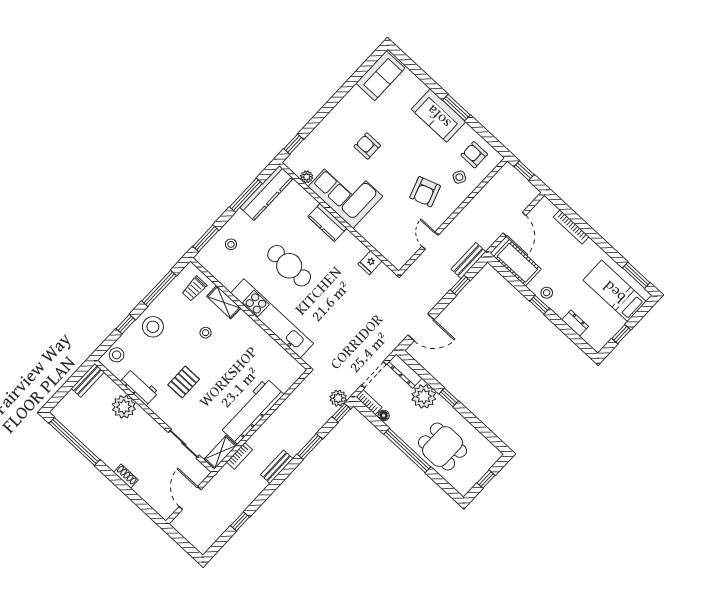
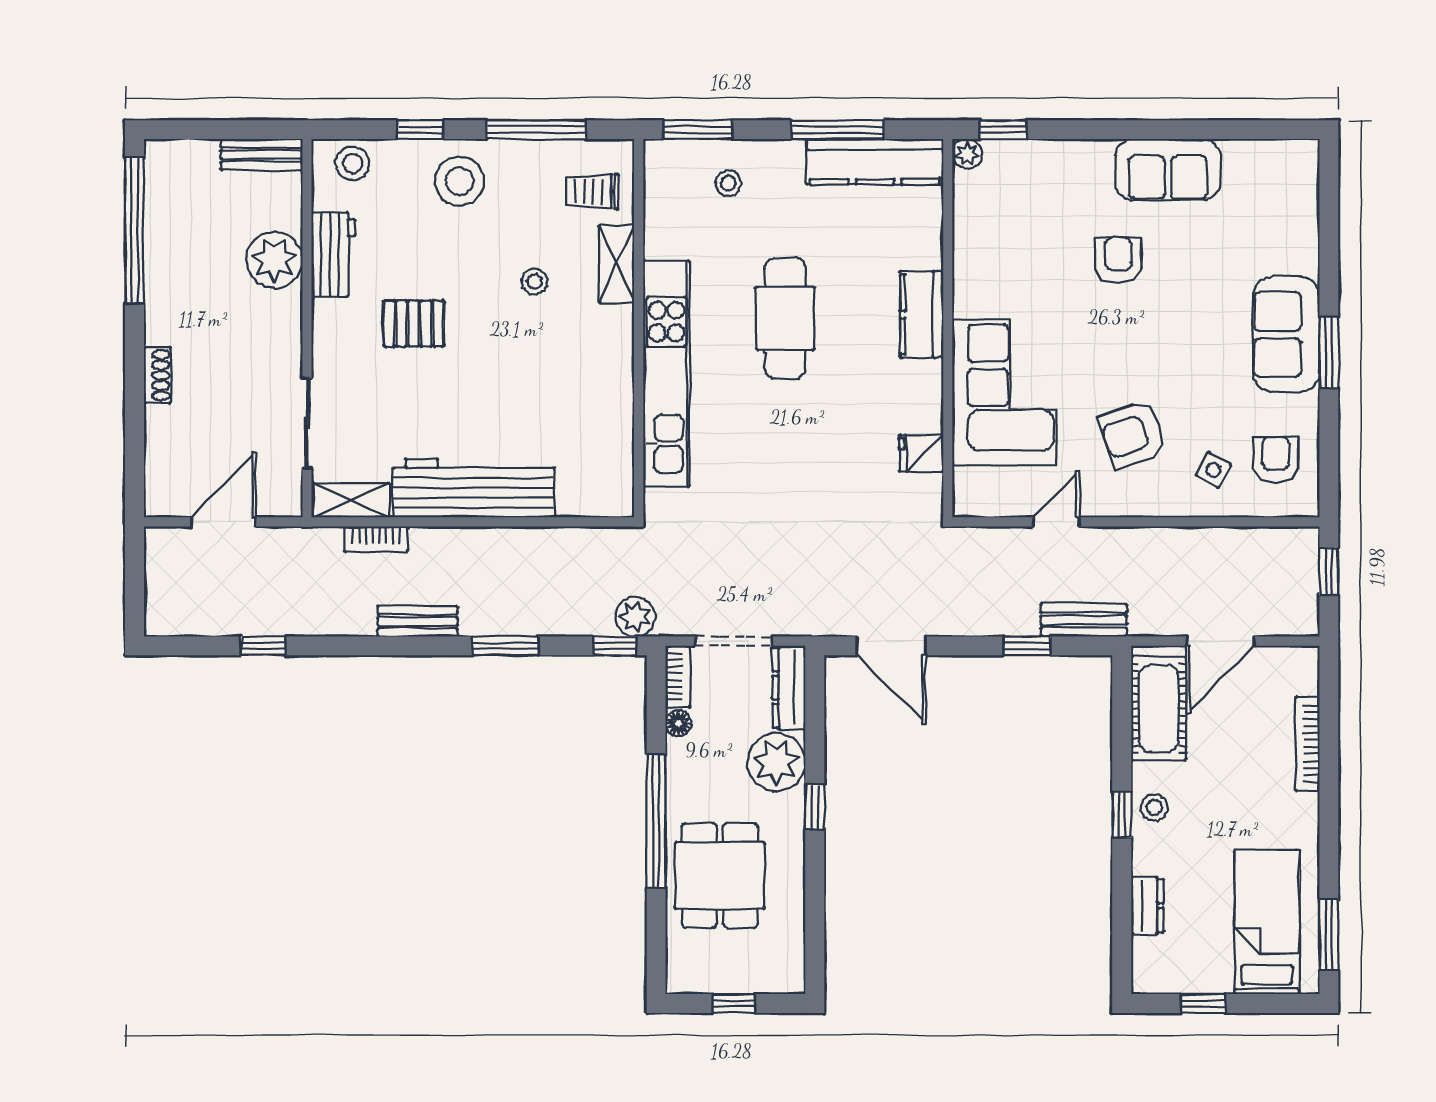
sofa: (380, 76) -> (1168, 169), moved
plant: (307, 177) -> (967, 154), moved
corner sofa: (345, 192) -> (1004, 392), moved

